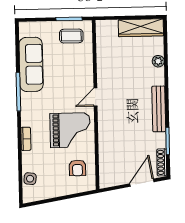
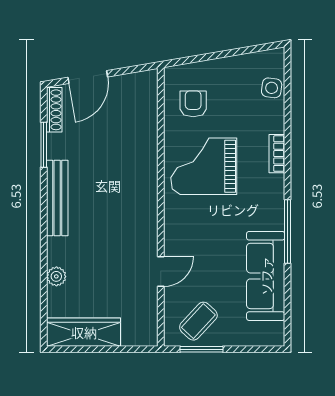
coffee table: (71, 36) -> (198, 321), turned -47
door: (95, 97) -> (161, 272), moved

